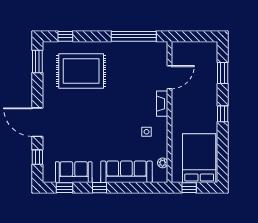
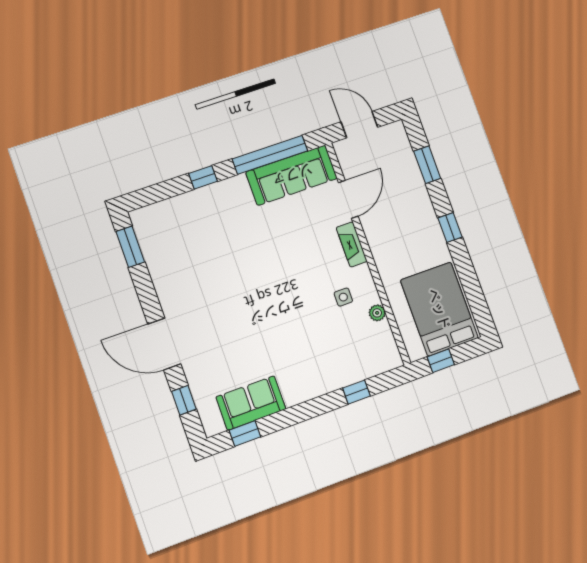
window: (65, 36) -> (203, 177), moved
door: (191, 36) -> (359, 125), added
rug: (81, 71) -> (206, 238), removed
plant: (163, 163) -> (377, 313), moved
sofa: (126, 172) -> (292, 175), moved, turned 180
window: (99, 188) -> (356, 392), moved

